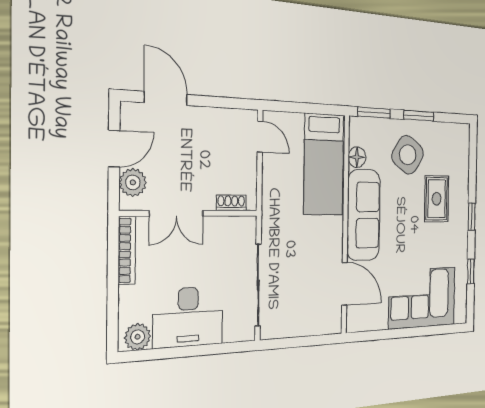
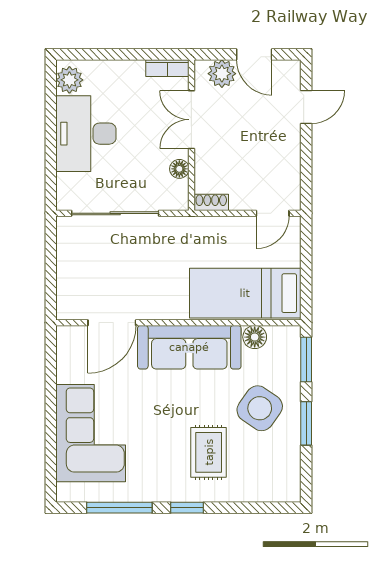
door: (166, 98) -> (306, 107), width x0.73
rug: (437, 199) -> (209, 452), turned 90
shoe rack: (231, 203) -> (211, 202), moved, turned -90
floor lamp: (221, 225) -> (179, 169), added
bookcase: (127, 250) -> (167, 68), width x0.64
window: (471, 271) -> (119, 508), width x2.17

